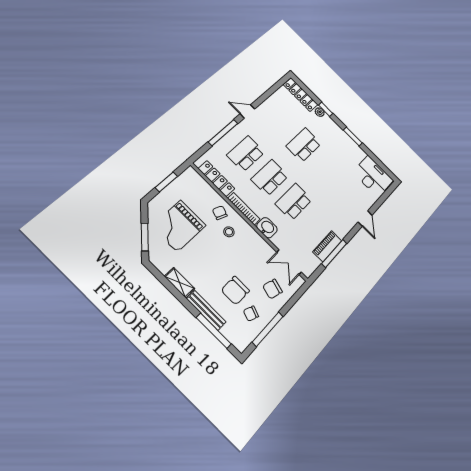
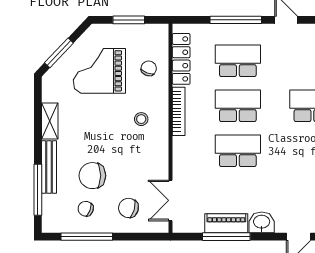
chair: (220, 213) -> (149, 68), moved
washbasin: (267, 228) -> (262, 222), moved, turned -90

